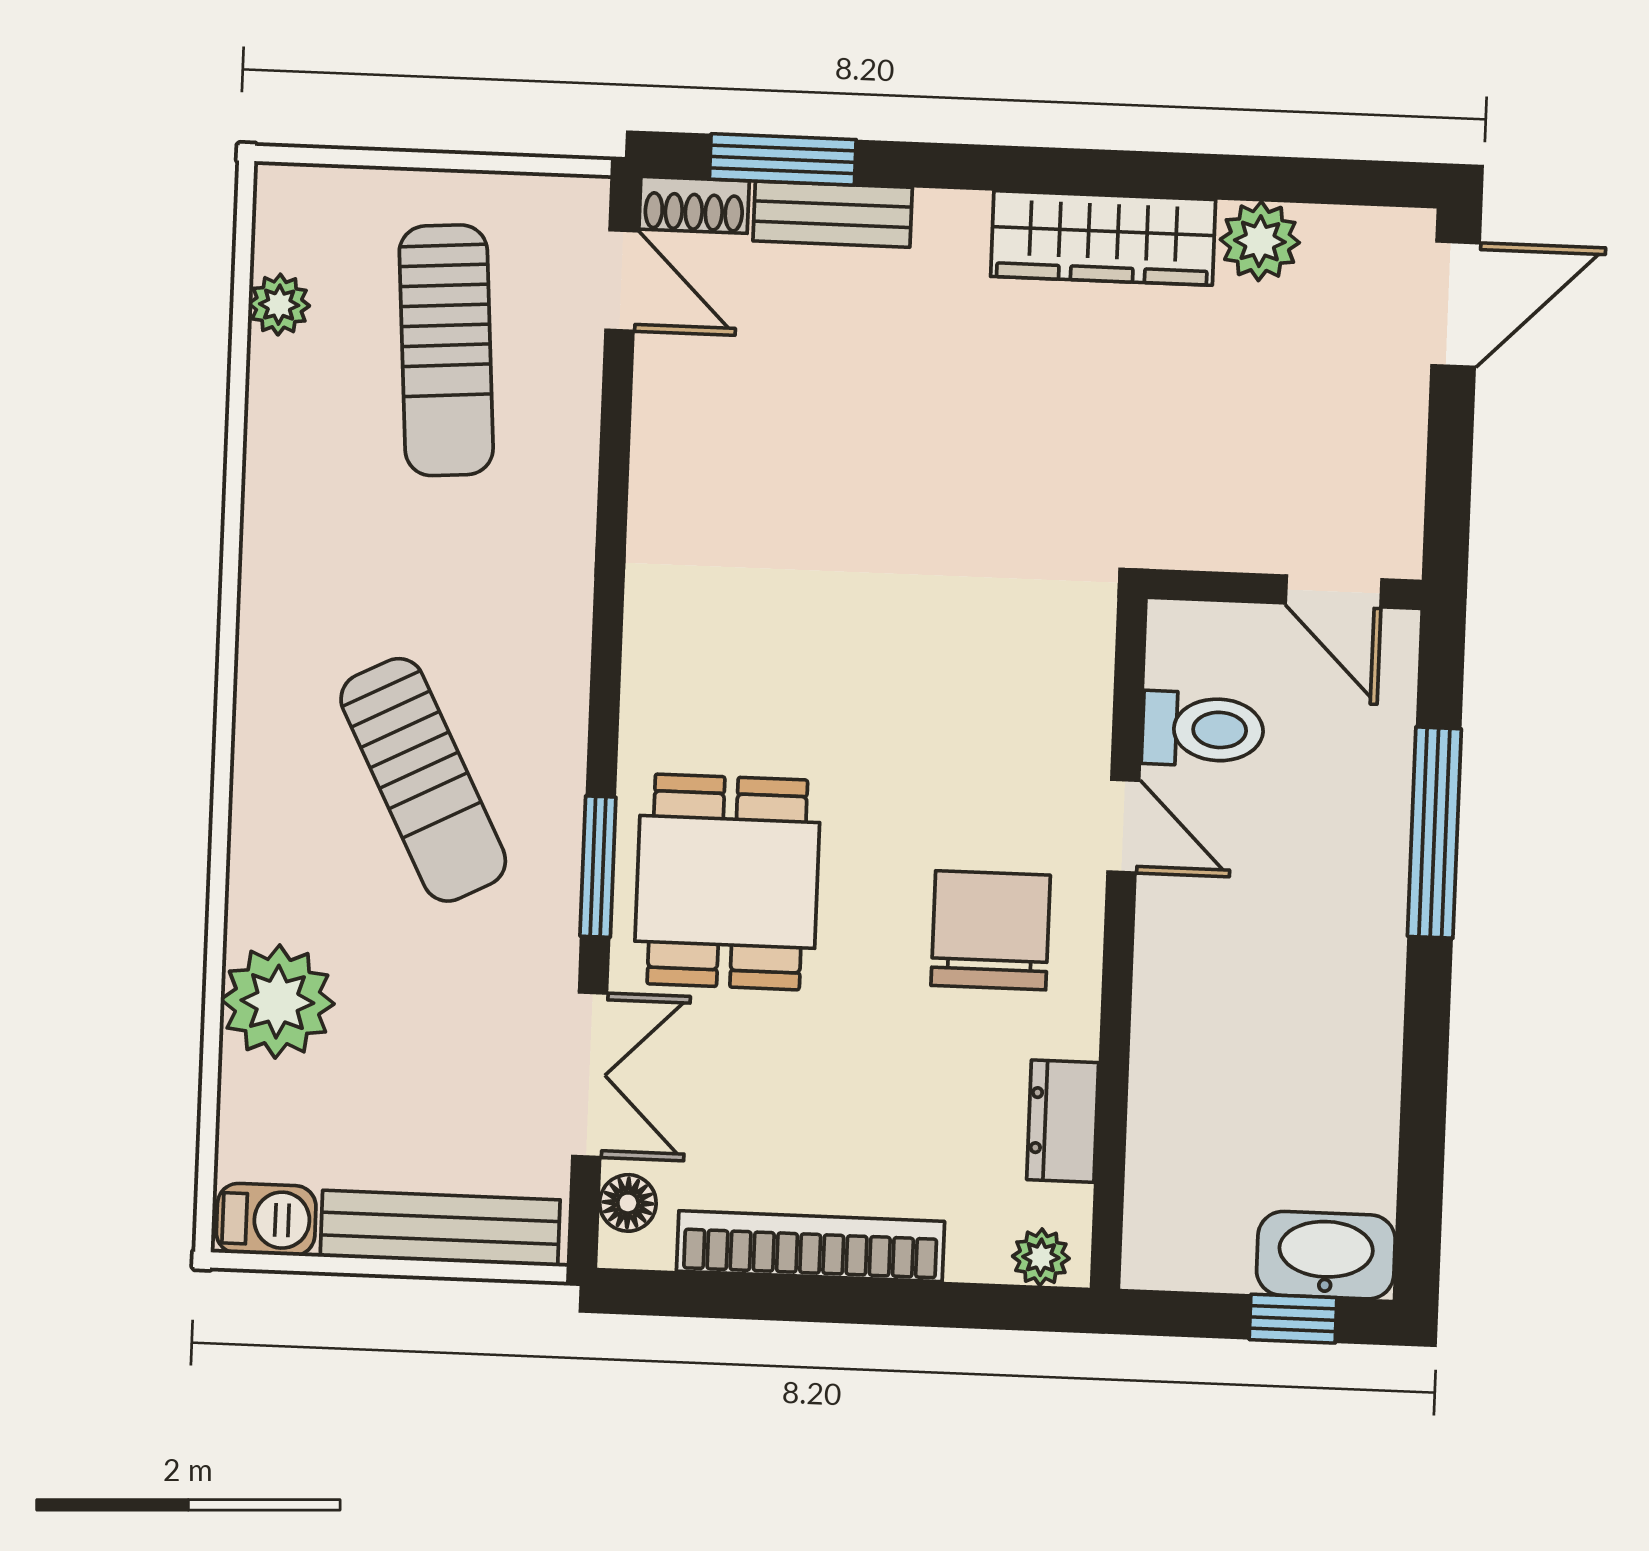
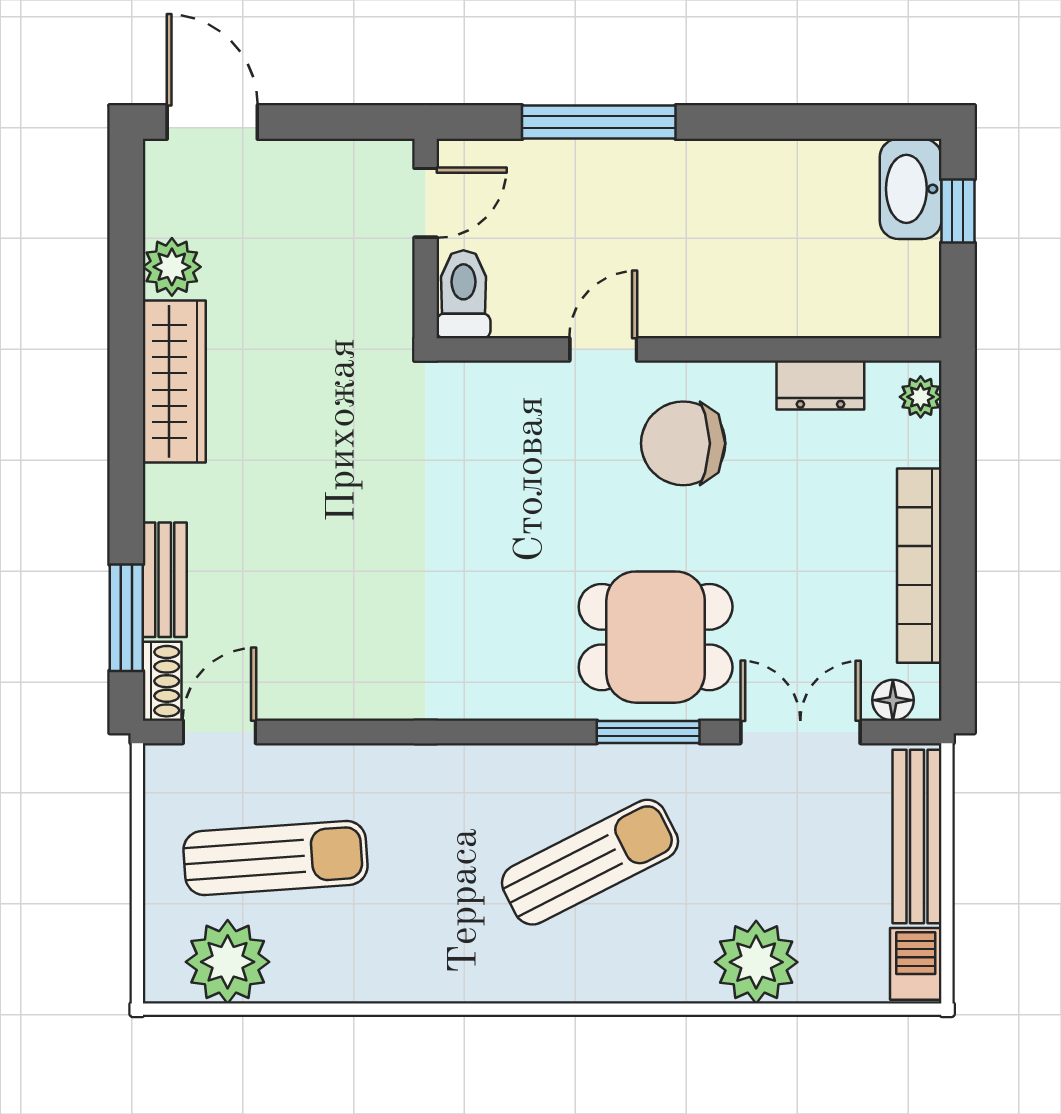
plant: (279, 305) -> (228, 962), width x1.88, depth x1.88
toilet: (1203, 729) -> (463, 294), moved

